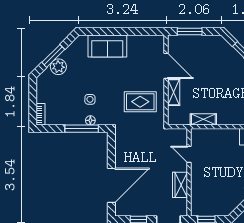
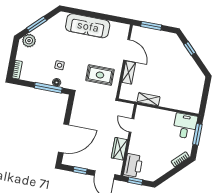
sofa: (107, 46) -> (88, 26), width x1.36
plant: (58, 67) -> (29, 41), moved
printer: (200, 201) -> (133, 165), added

